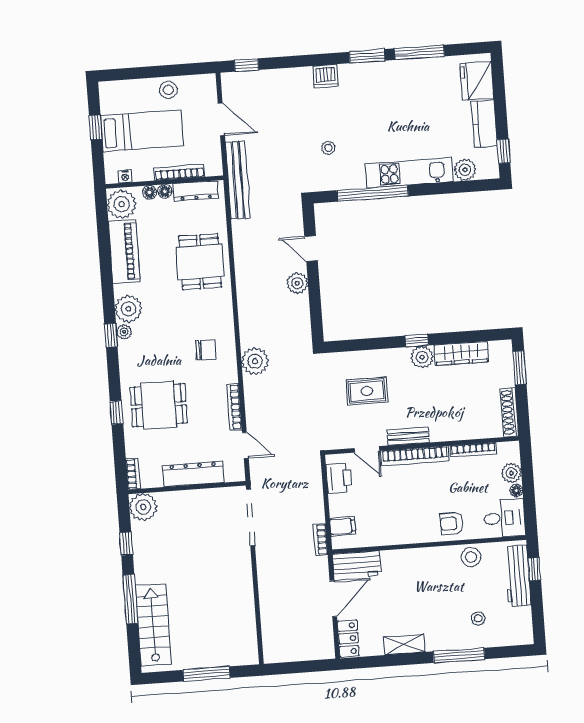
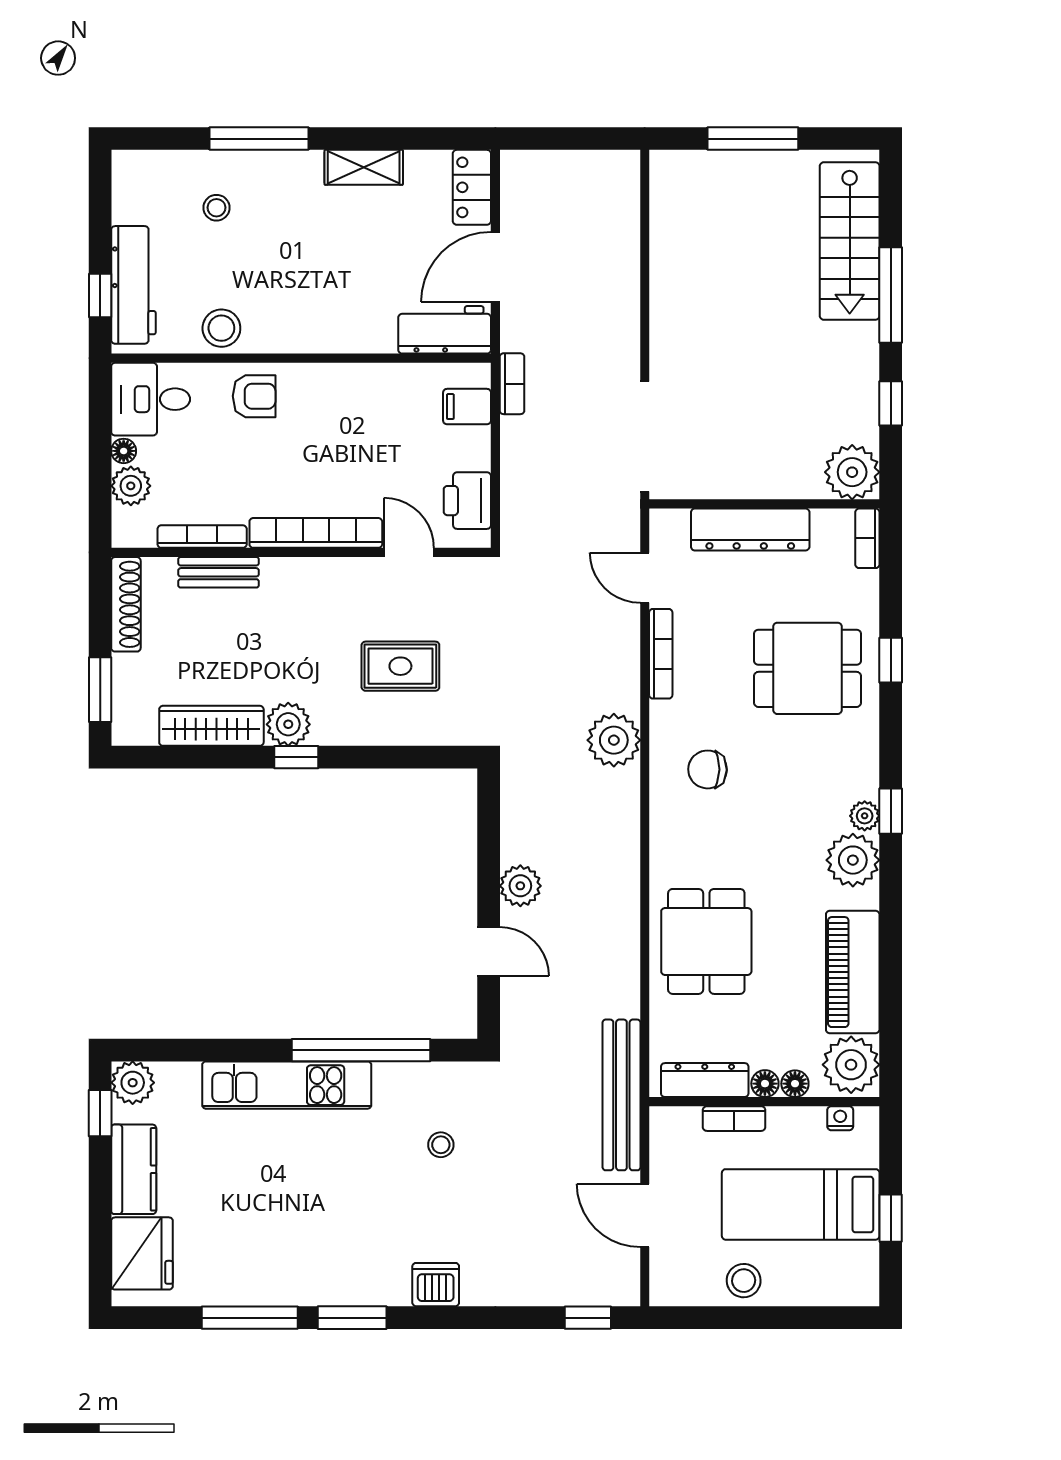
plant: (465, 170) -> (133, 1083), moved
bookcase: (179, 172) -> (734, 1119), width x0.64
bench: (408, 436) -> (219, 572), moved

